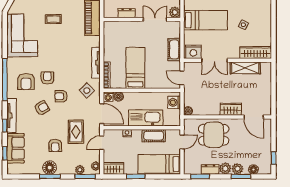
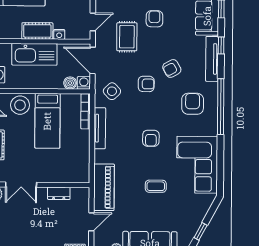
armchair: (47, 78) -> (151, 138), moved
stool: (156, 80) -> (20, 105), added
cot: (154, 136) -> (37, 31), moved

